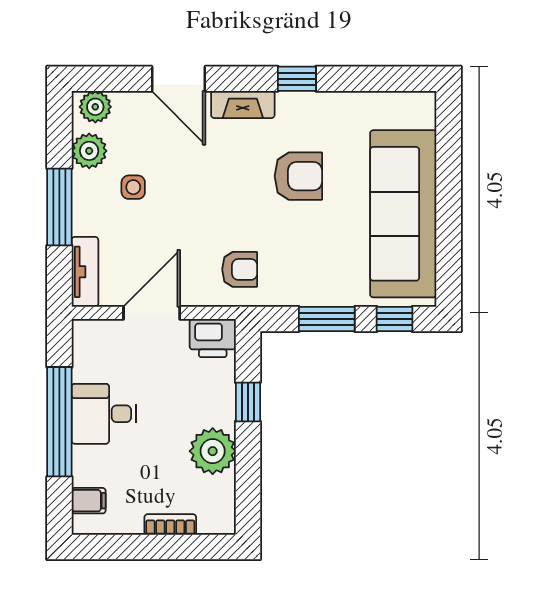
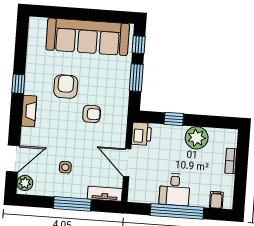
door: (179, 79) -> (13, 159), moved
plant: (89, 151) -> (46, 187), removed
armchair: (240, 269) -> (92, 114), moved, turned 90

